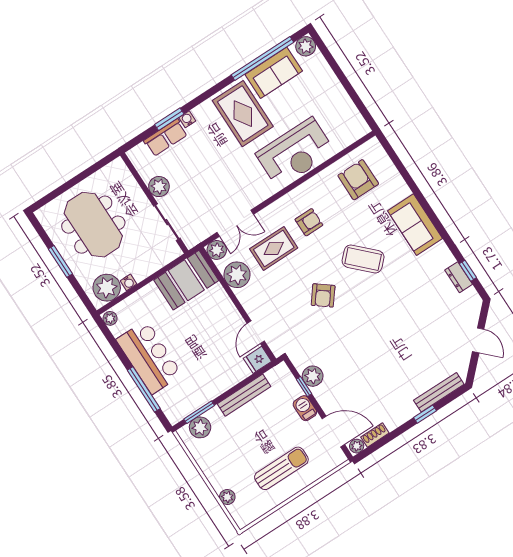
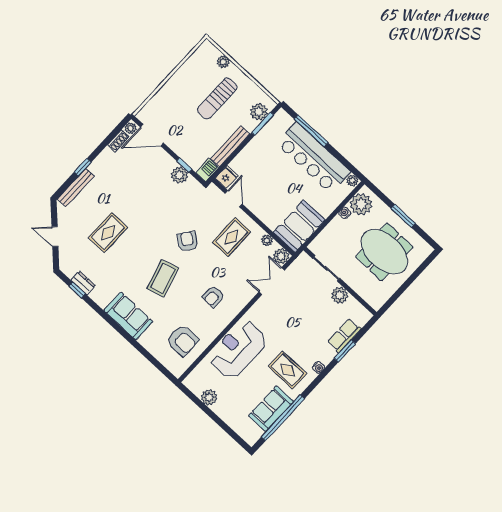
plant: (306, 46) -> (209, 397), moved
rug: (243, 114) -> (288, 370), width x0.73, depth x0.70
water cooler: (187, 119) -> (318, 368), moved
rug: (274, 248) -> (232, 237), moved
coffee table: (363, 259) -> (163, 278), turned -61
plant: (237, 275) -> (267, 240), width x0.53, depth x0.53
rug: (414, 329) -> (108, 233), added
bar counter: (149, 357) -> (313, 158), width x1.36
barbecue: (305, 408) -> (207, 170), moved, turned -90
sun lounger: (281, 468) -> (217, 99), moved

